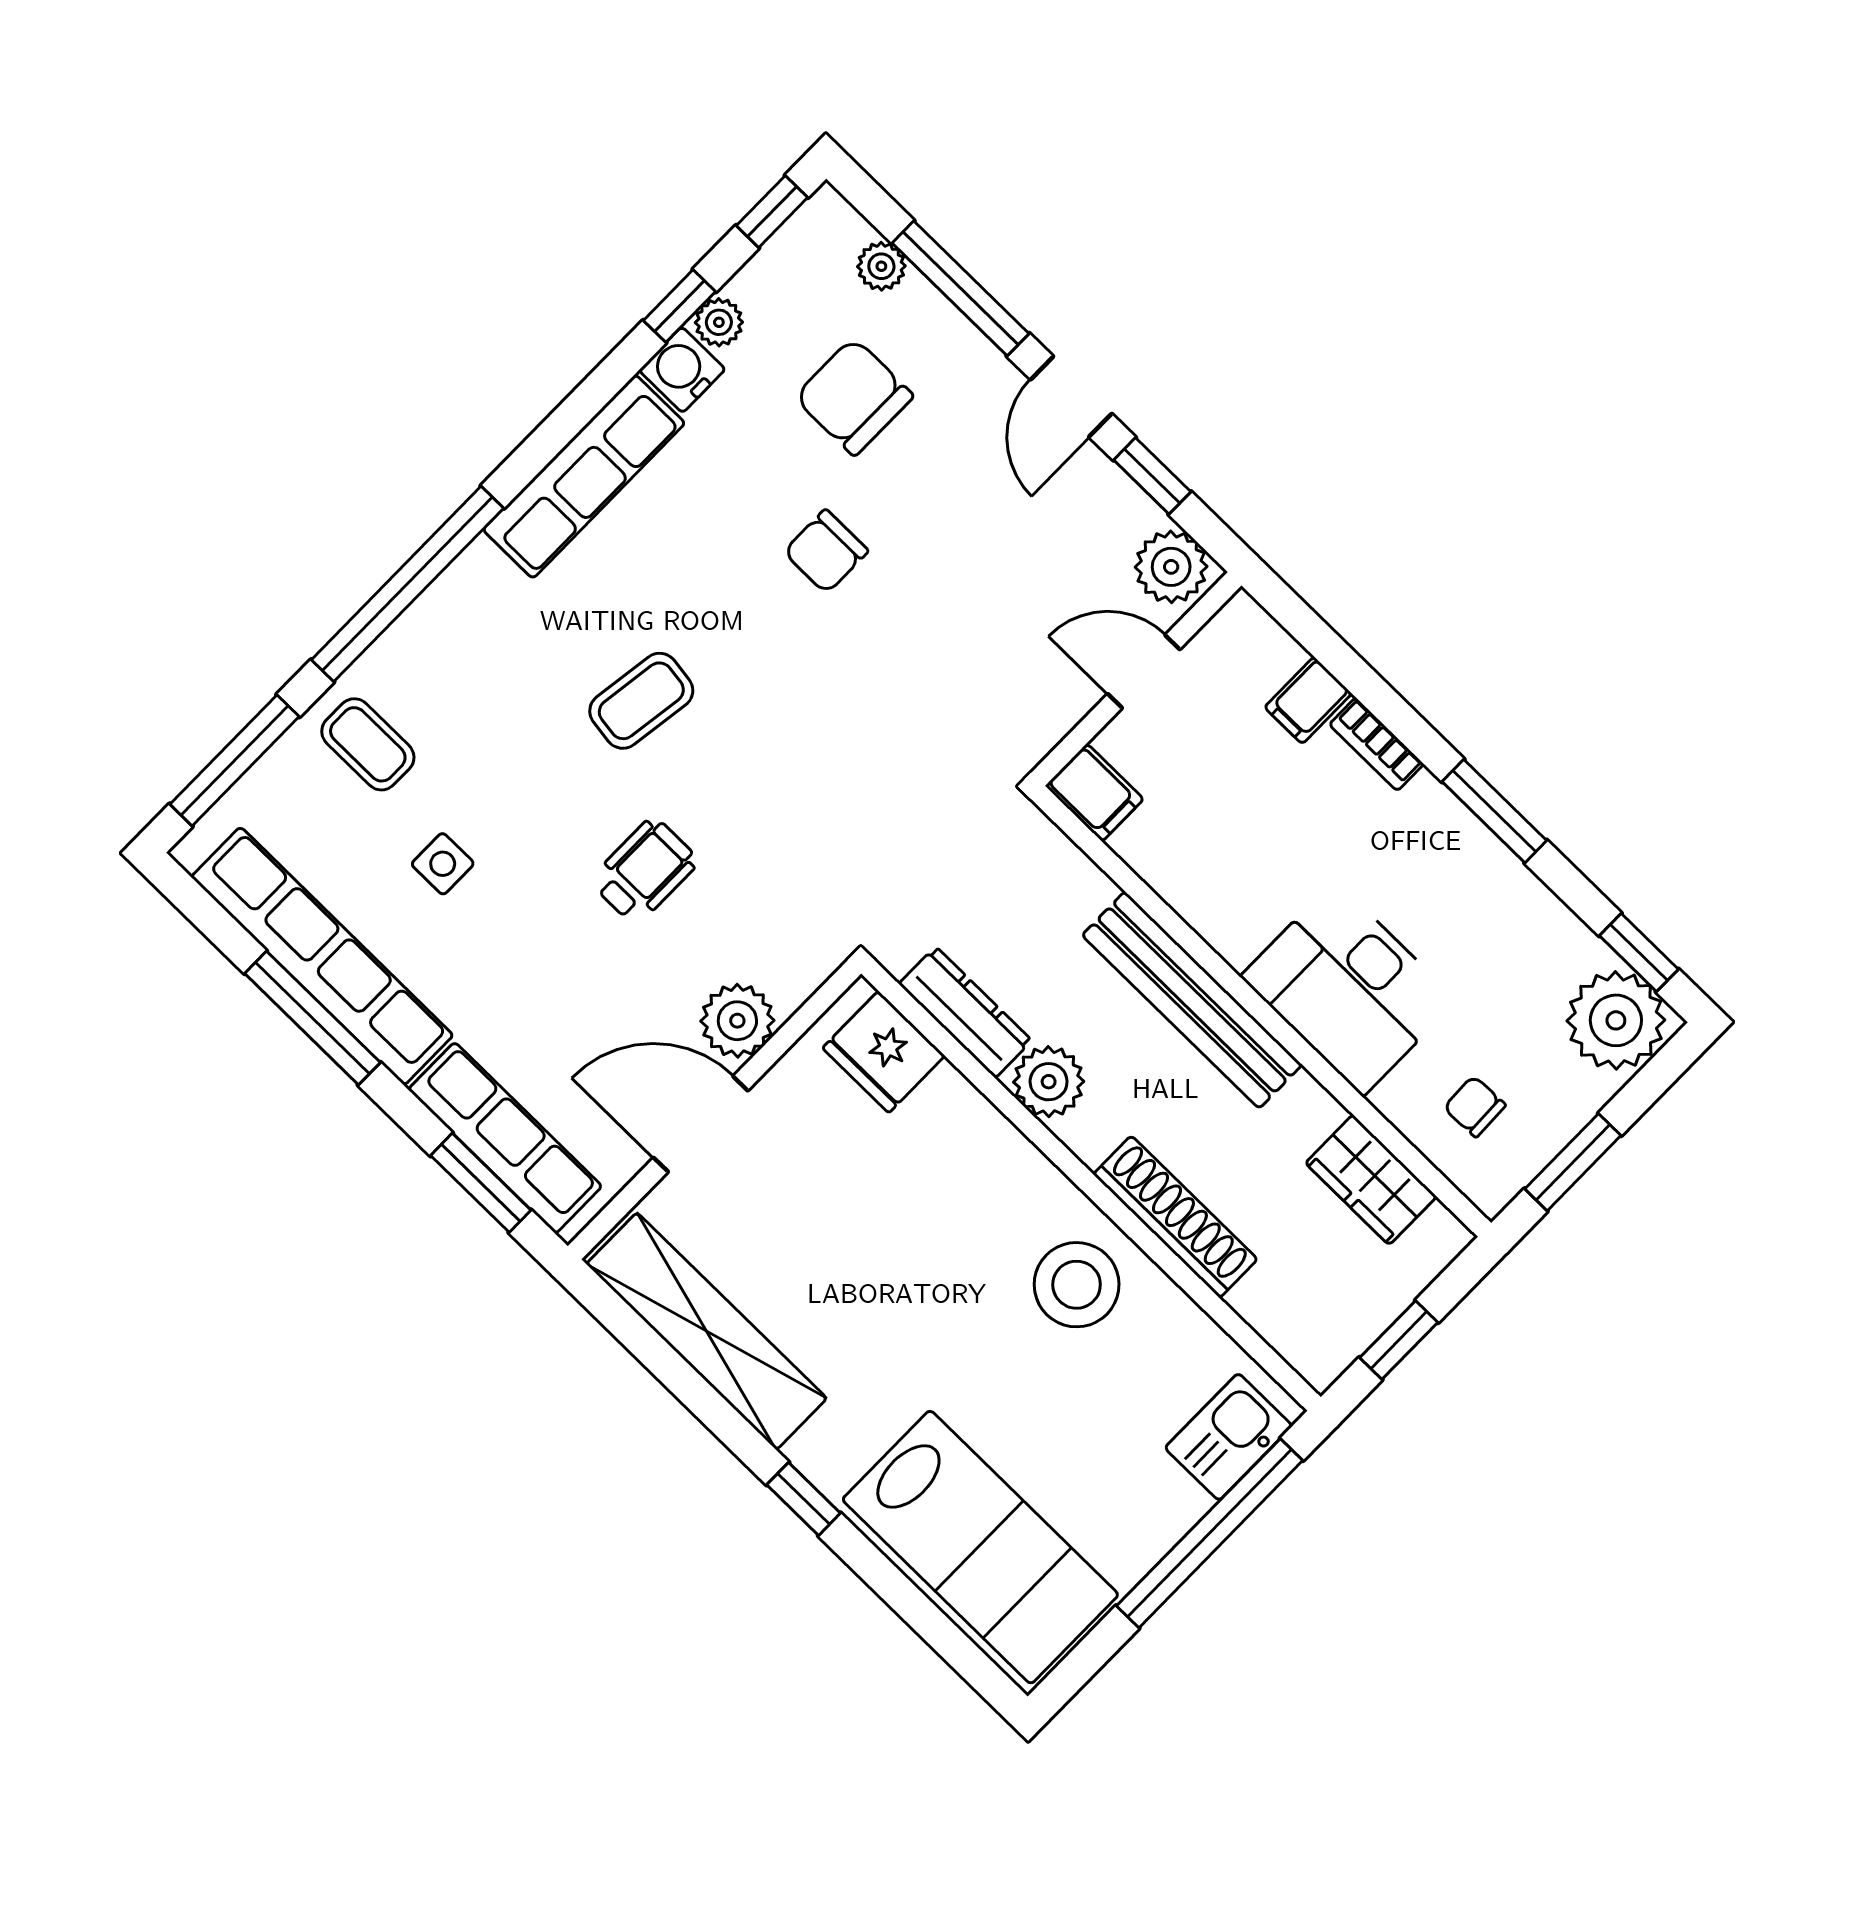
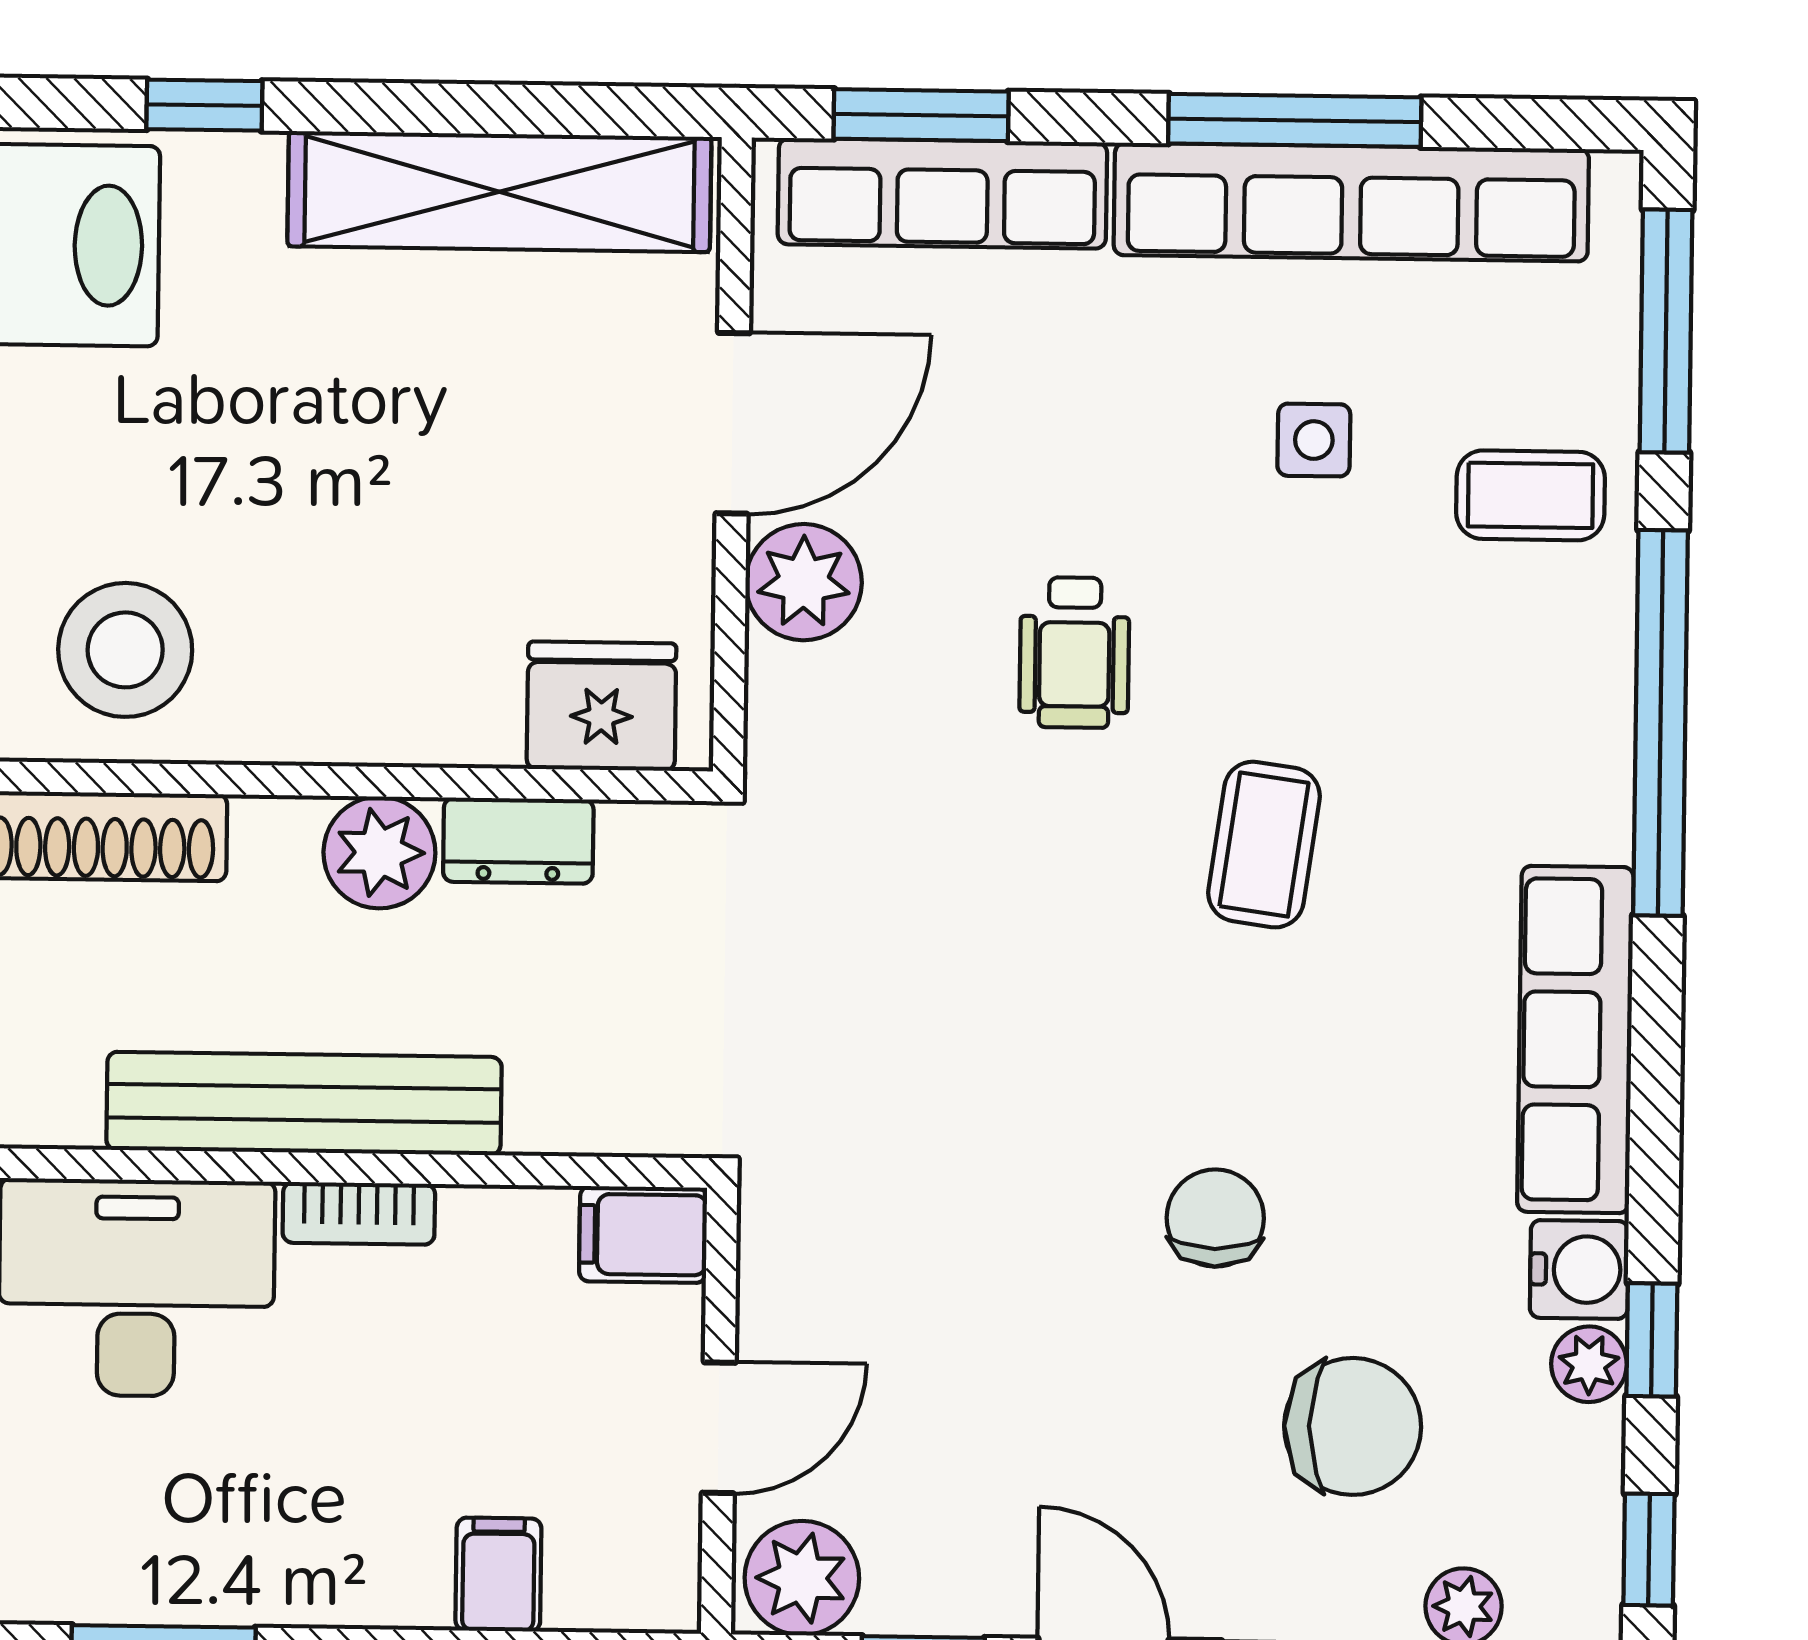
bookcase: (1376, 744) -> (359, 1213), moved, turned 180
dresser: (965, 1012) -> (518, 841), width x0.70

